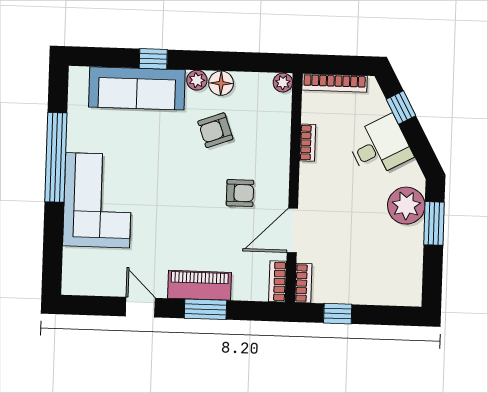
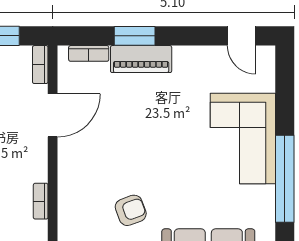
armchair: (240, 193) -> (105, 150), removed
bookcase: (278, 281) -> (89, 53), moved, turned 90
door: (140, 307) -> (241, 36), moved

